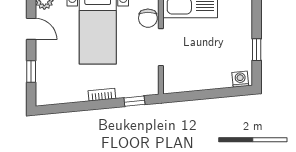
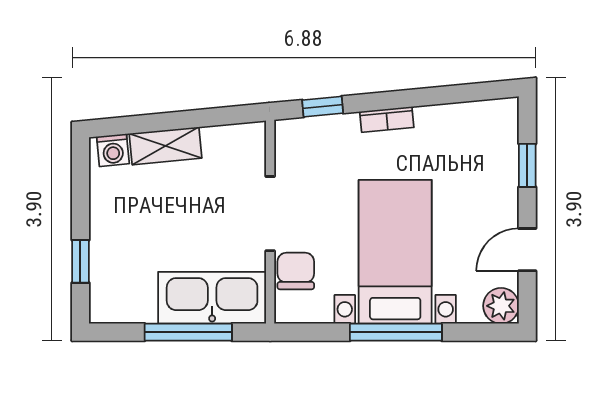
door: (31, 29) -> (527, 250), hinge flipped
window: (257, 50) -> (80, 261), moved
shelving: (214, 81) -> (166, 146), added

